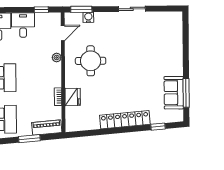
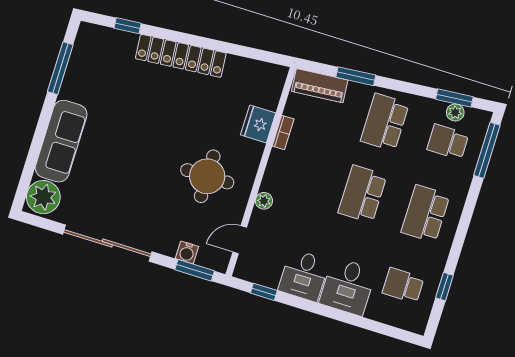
sliding door: (132, 9) -> (107, 243), width x1.86
plant: (173, 22) -> (43, 197), added
sofa: (174, 93) -> (61, 141), moved, width x1.36

